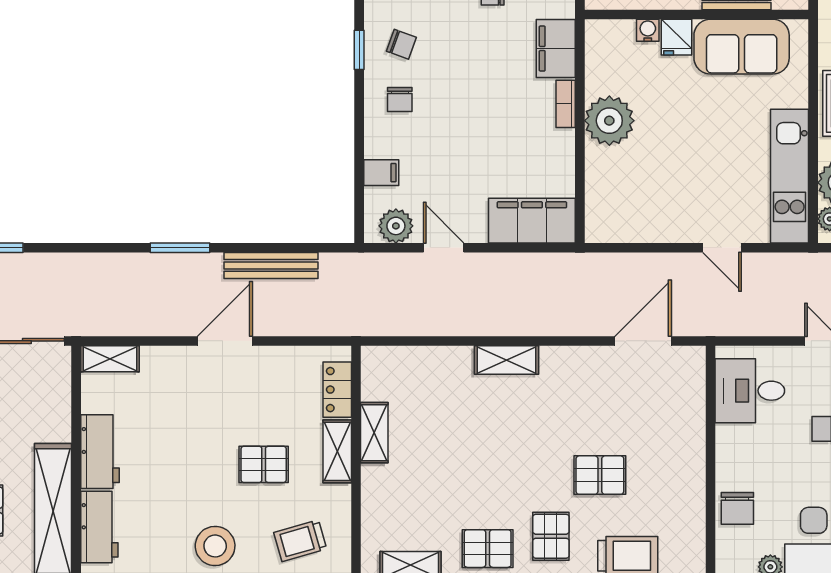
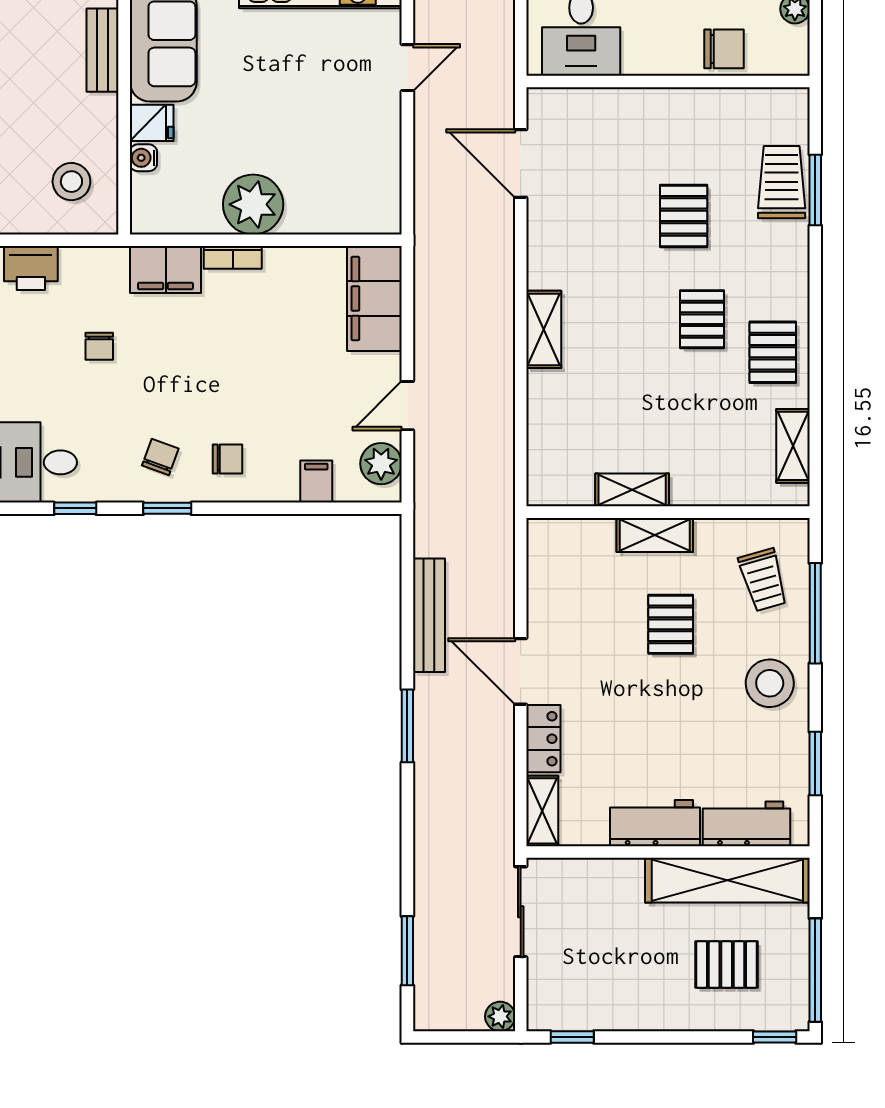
locker: (337, 390) -> (543, 739), moved, turned -90
pallet: (551, 536) -> (702, 319), moved, turned 90

